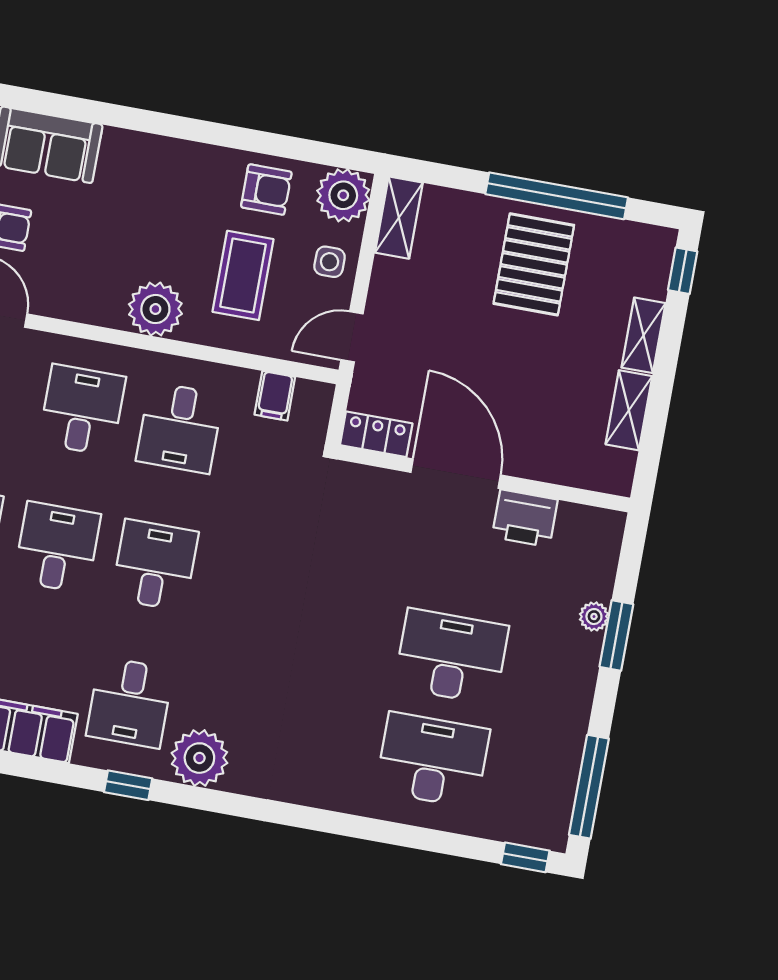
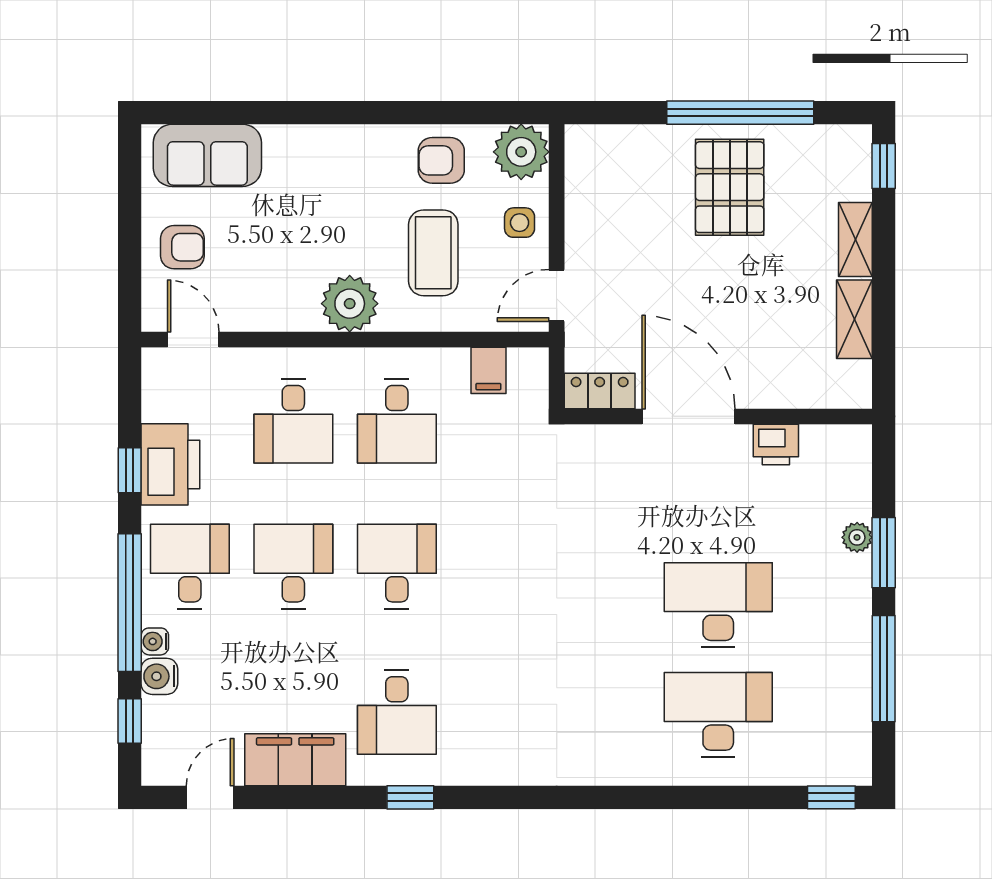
armchair: (266, 190) -> (441, 160), turned 180
shelving: (399, 218) -> (582, 164), removed
desk: (82, 410) -> (293, 421), turned 180
printer: (525, 518) -> (776, 445), width x0.73, depth x0.81
plant: (199, 758) -> (479, 756), removed
window: (589, 787) -> (884, 669), moved

